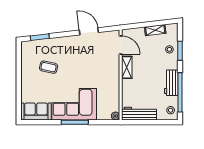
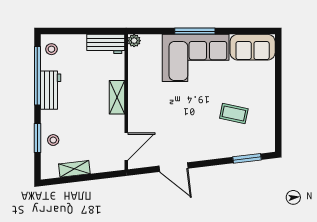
door: (121, 45) -> (126, 146), swing flipped
shelving: (127, 67) -> (117, 97), moved
workbench: (139, 114) -> (106, 44), width x0.73

